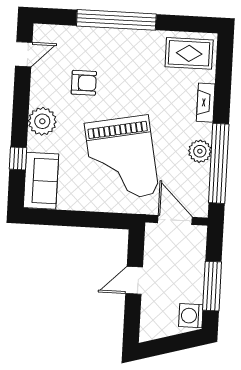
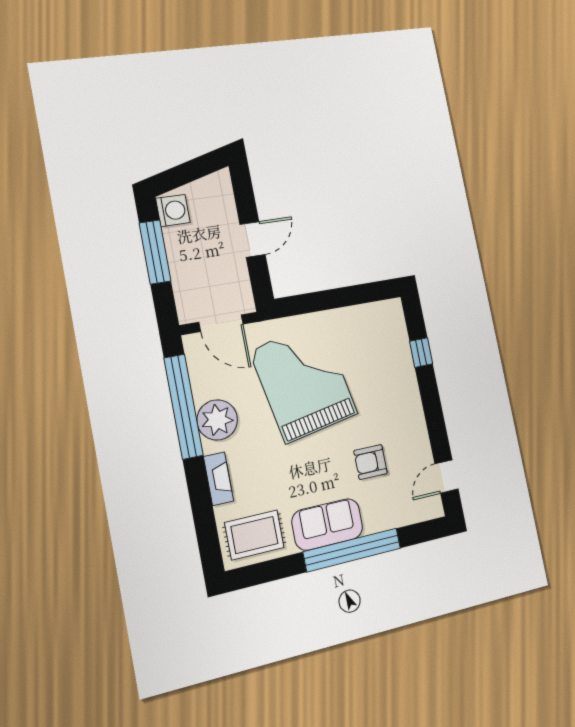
plant: (42, 121) -> (406, 403), removed
plant: (200, 151) -> (217, 420), width x1.36, depth x1.36
sofa: (41, 181) -> (327, 524), moved, turned 90

